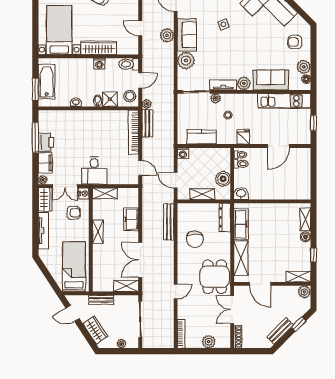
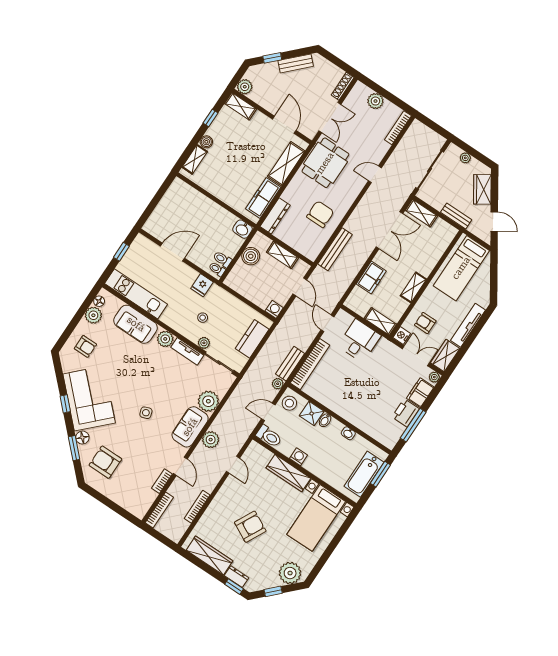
kitchen counter: (202, 137) -> (252, 339), moved, turned 90
desk: (94, 171) -> (359, 341), moved

